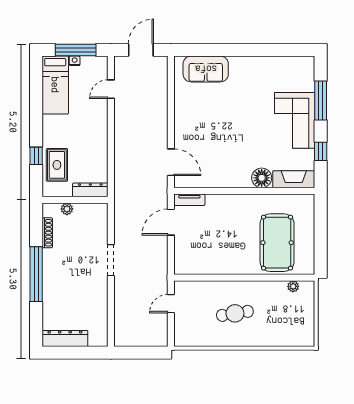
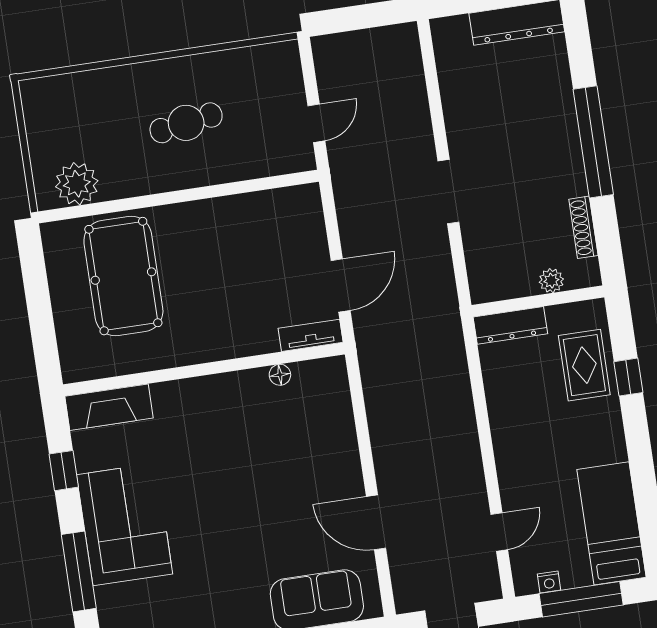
nightstand: (75, 61) -> (549, 582), moved
door: (171, 162) -> (376, 522), moved
floor lamp: (262, 178) -> (280, 375), moved, width x0.53, depth x0.53
plant: (293, 286) -> (77, 184), width x1.87, depth x1.87

